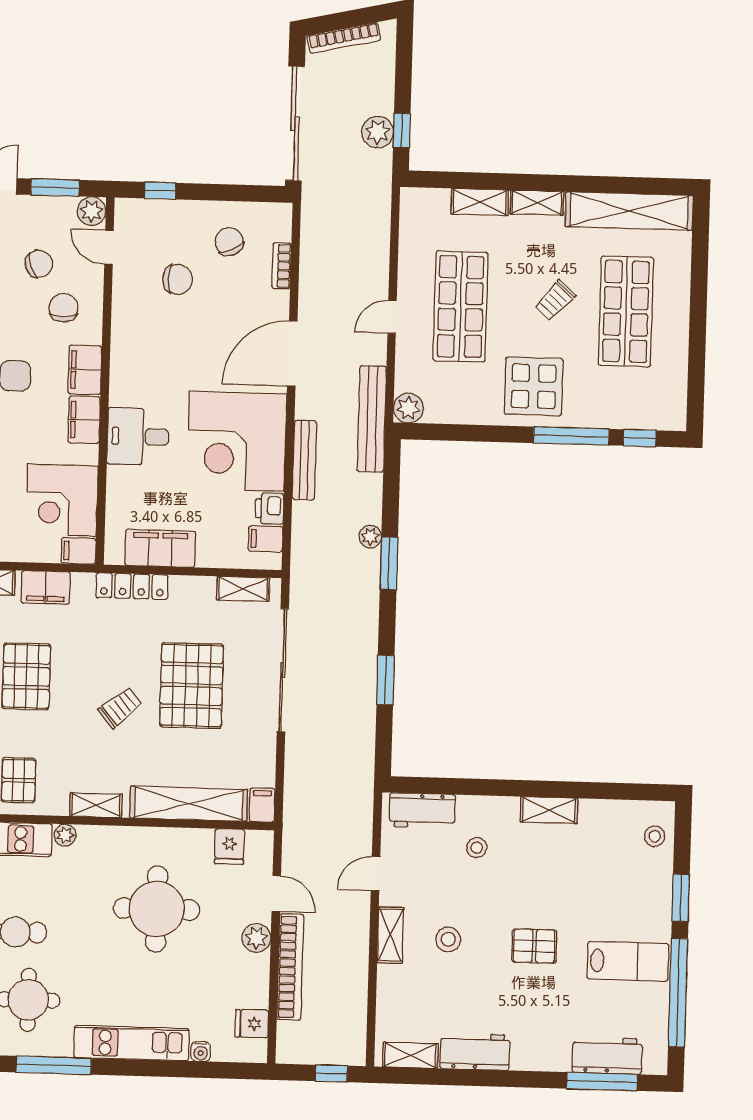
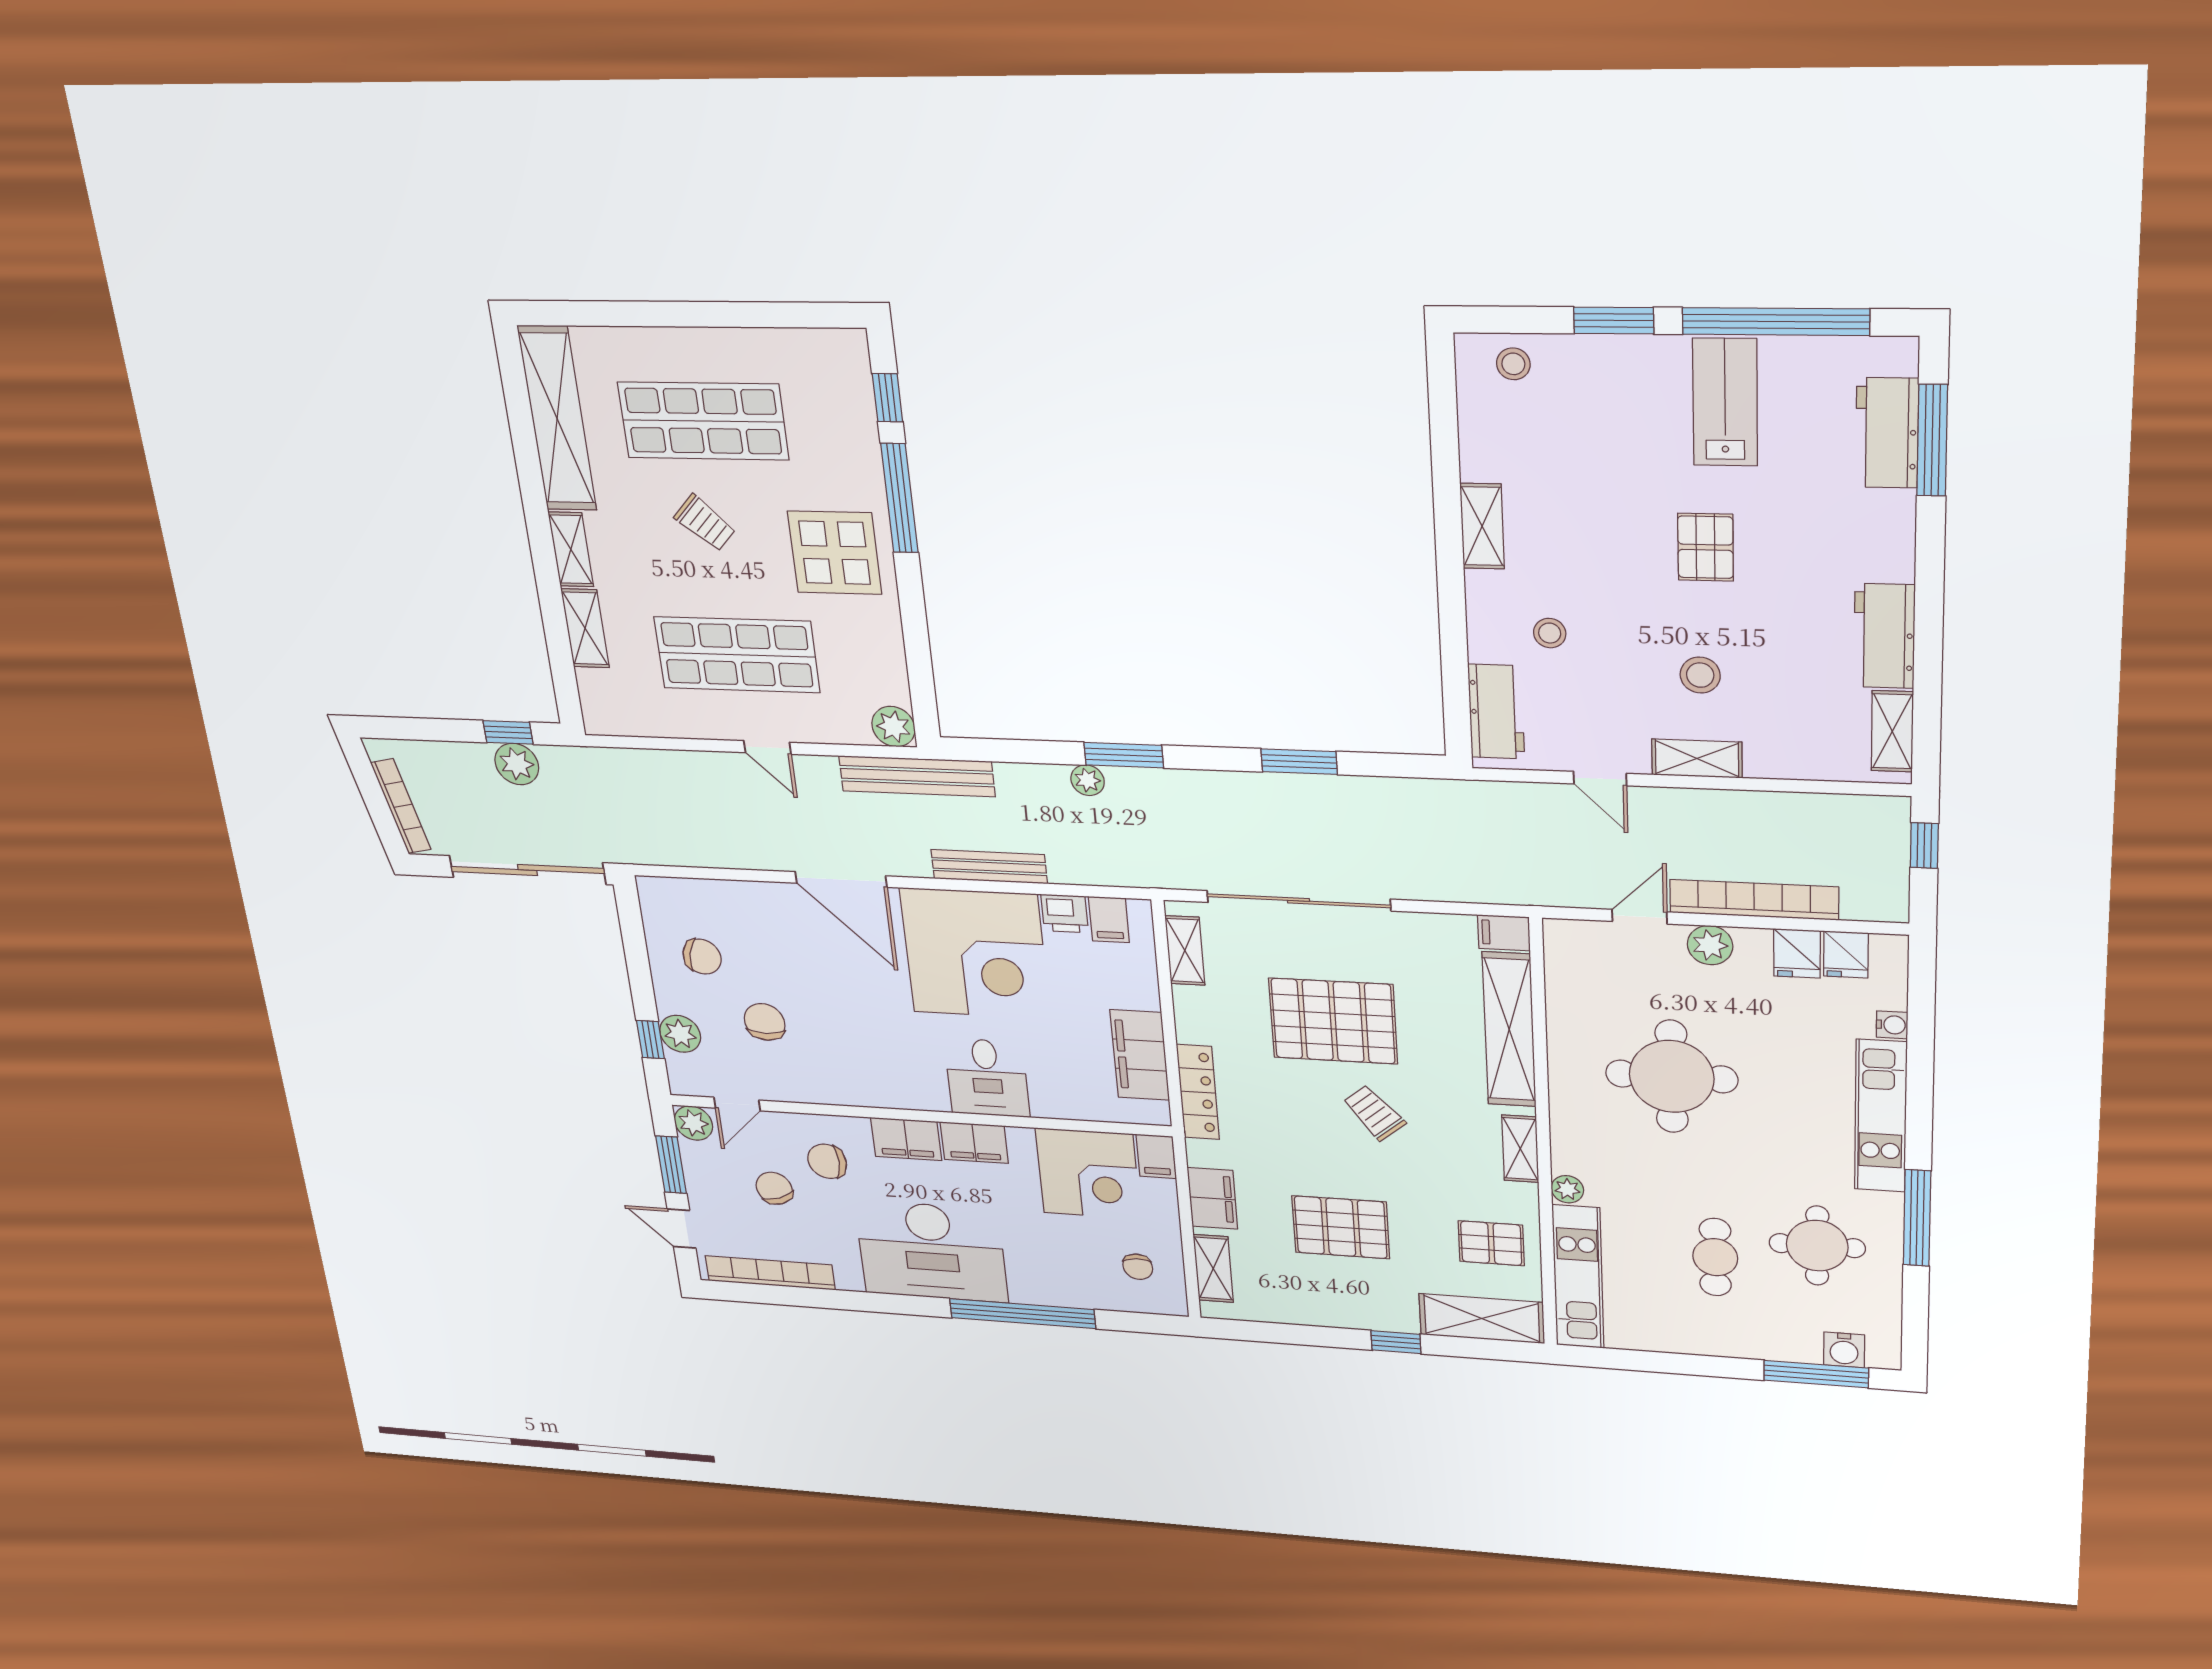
plant: (166, 214) -> (680, 1034), added
chair: (229, 242) -> (702, 956), turned -144
bookcase: (282, 266) -> (723, 891), removed
fridge: (229, 847) -> (1797, 953), moved, turned 90

